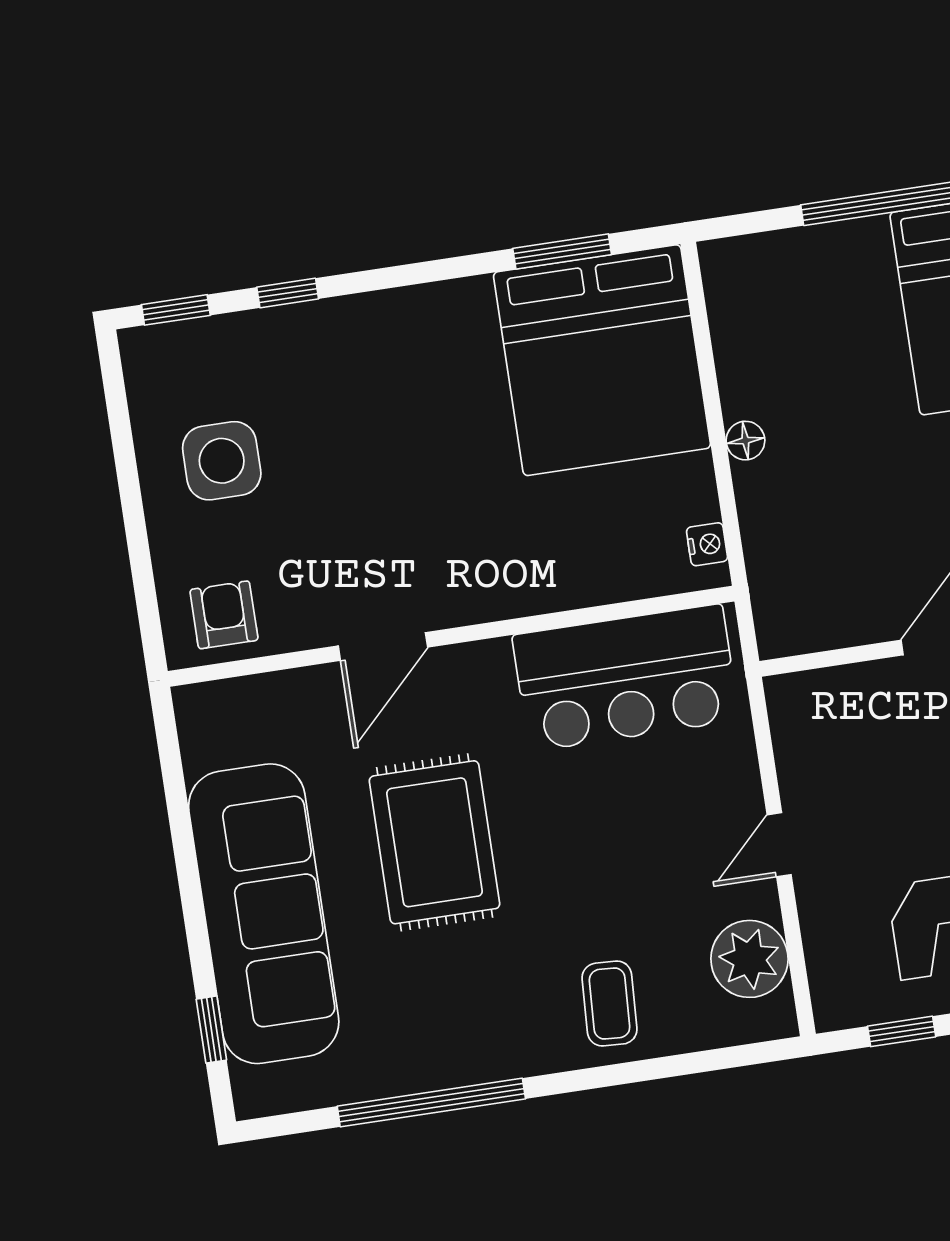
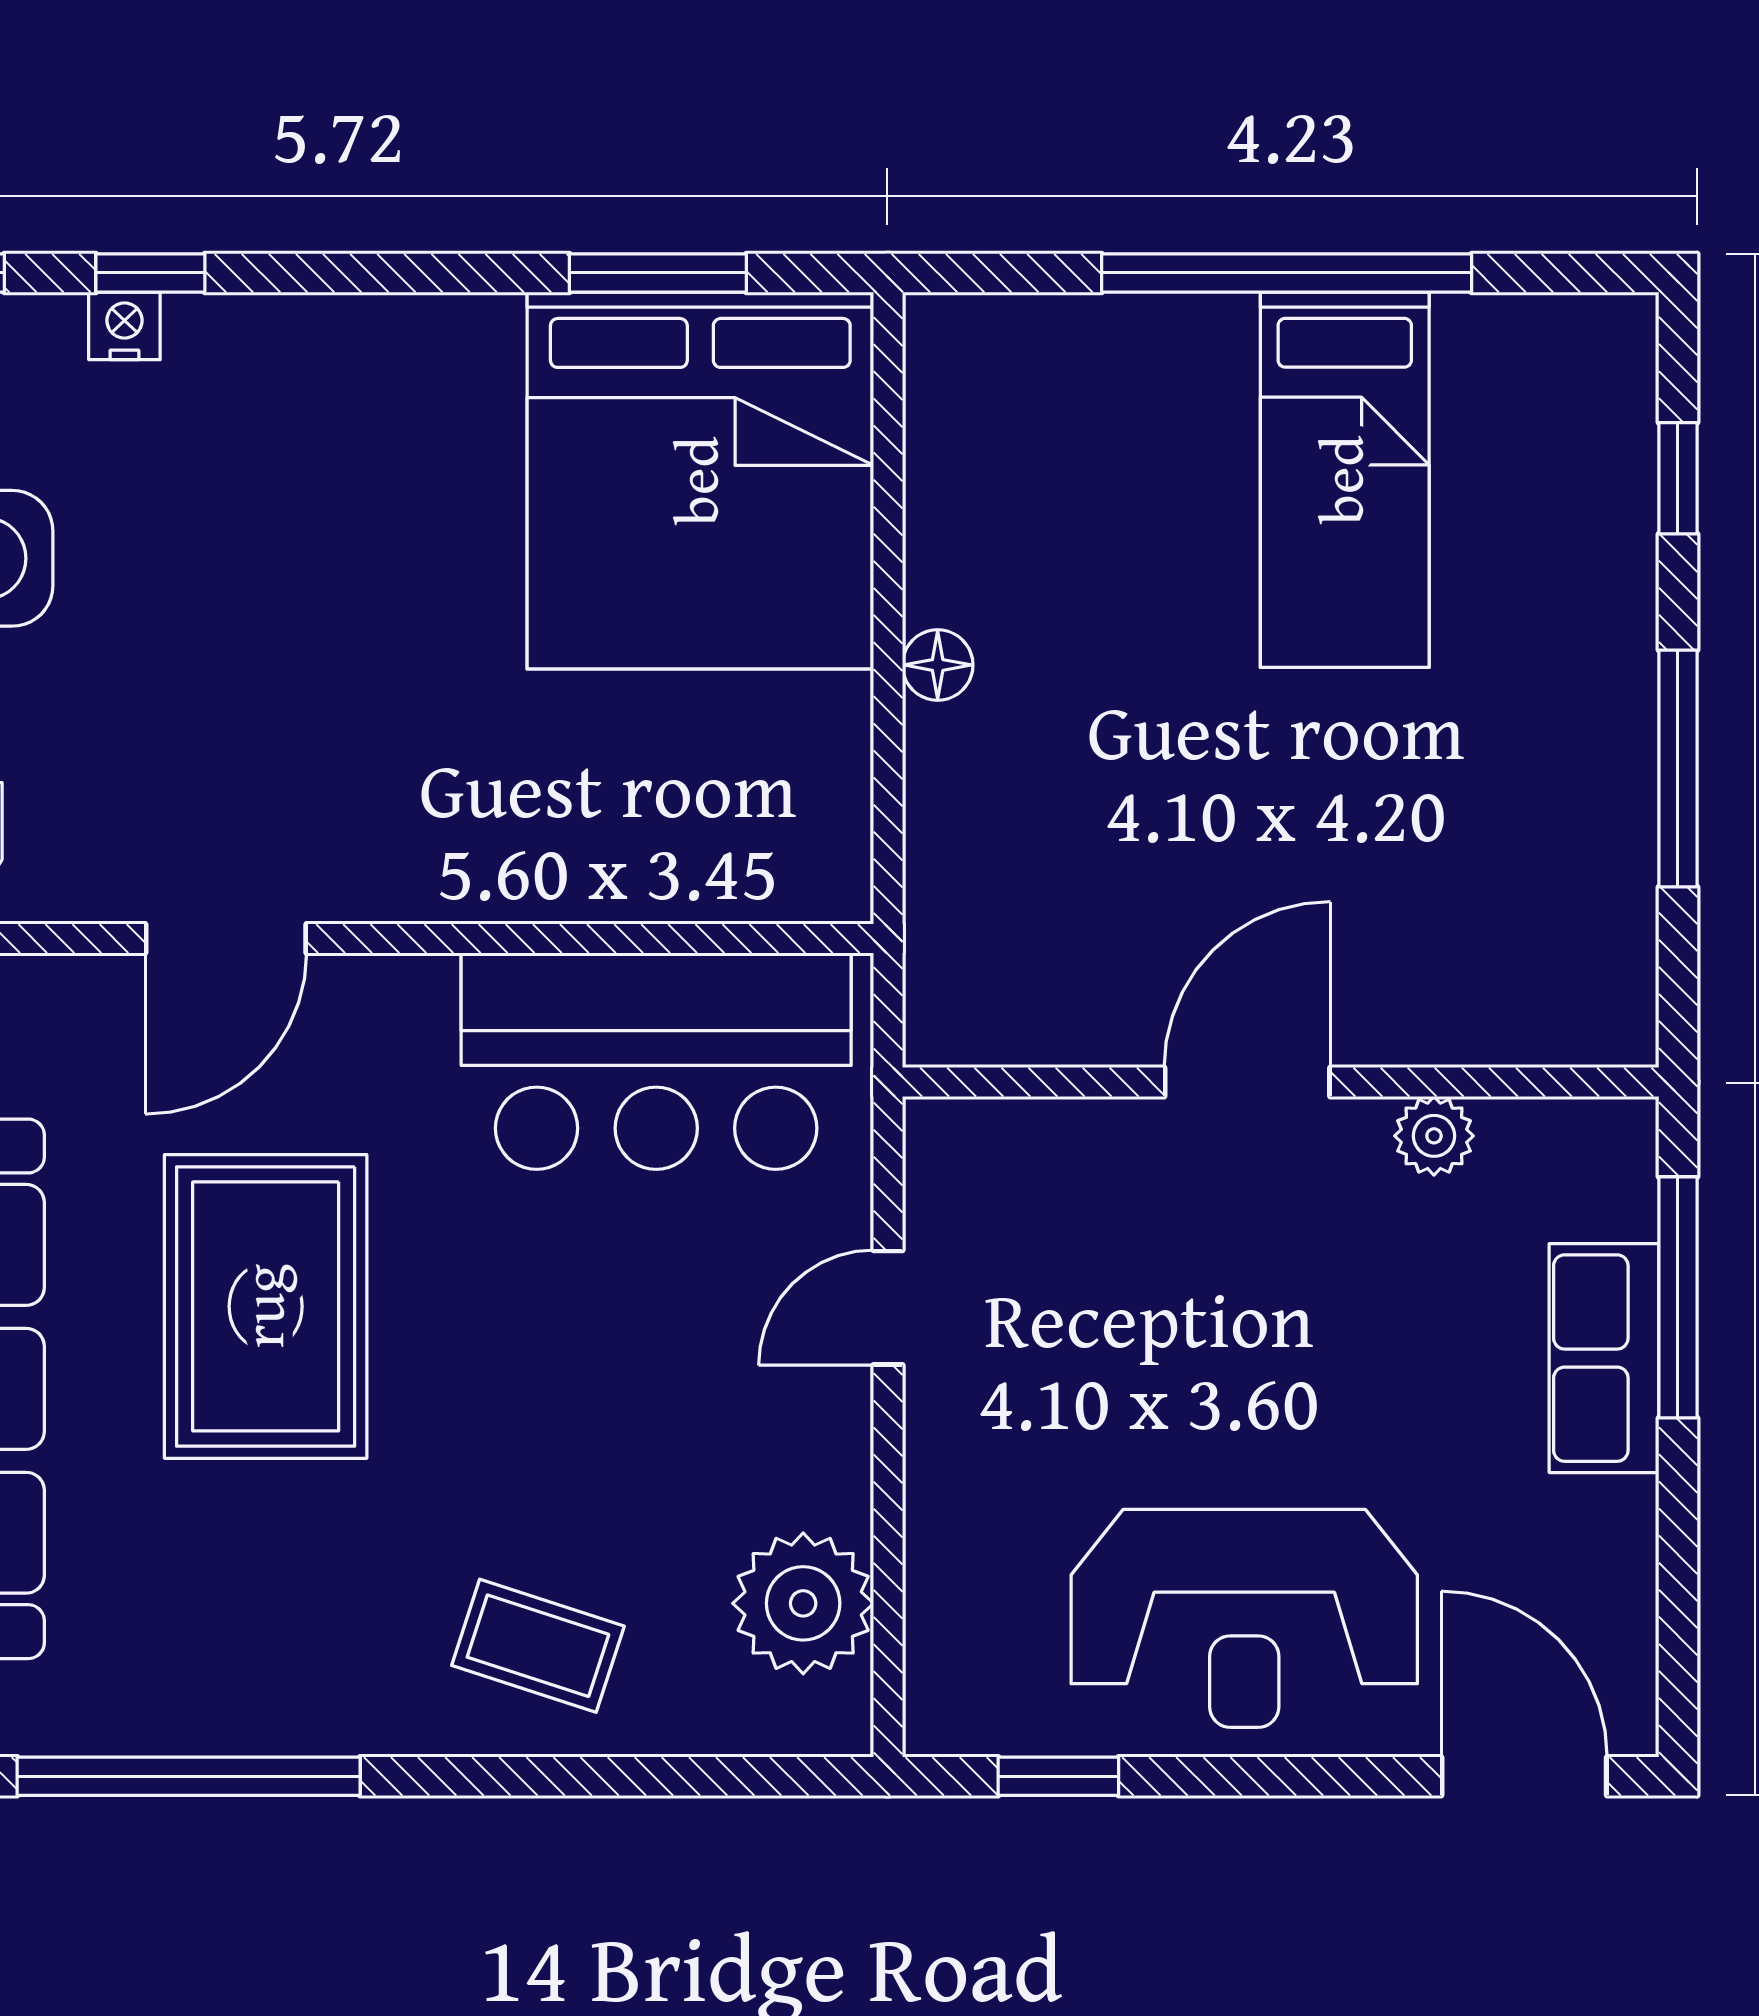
nightstand: (707, 544) -> (124, 326), moved, turned -90
door: (779, 845) -> (888, 1308), moved
coffee table: (610, 1004) -> (538, 1646), turned -75

